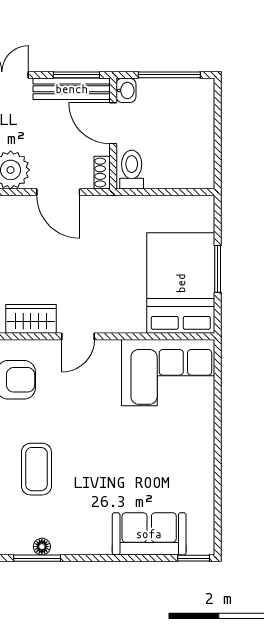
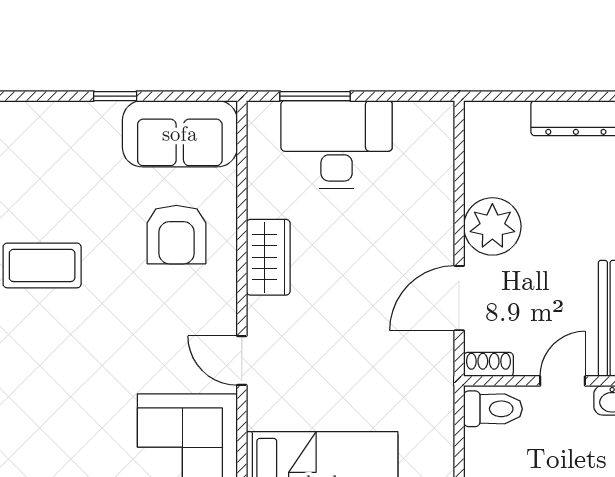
door: (113, 123) -> (563, 381), width x0.73
door: (78, 336) -> (242, 360), moved

